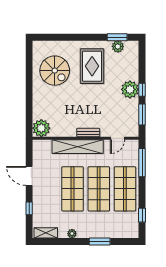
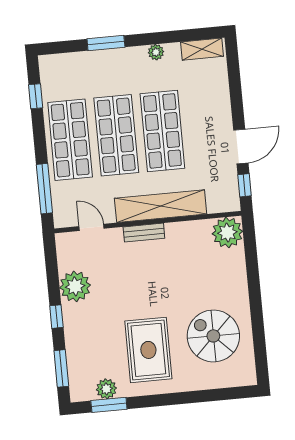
plant: (130, 89) -> (75, 286), moved
window: (142, 114) -> (61, 368), moved
door: (118, 138) -> (92, 227), hinge flipped
door: (29, 176) -> (241, 147), hinge flipped
window: (29, 208) -> (244, 185), moved

